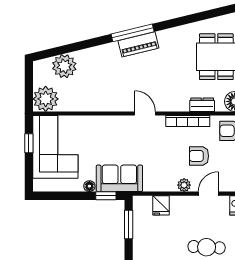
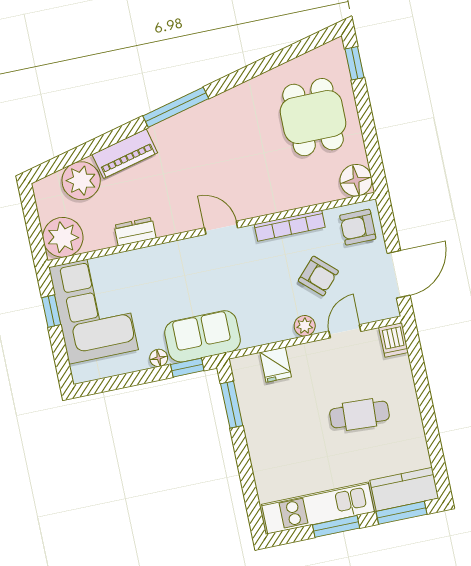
piano: (138, 44) -> (125, 154), moved
dresser: (202, 105) -> (135, 232), moved
armchair: (199, 156) -> (318, 276), turned -137

